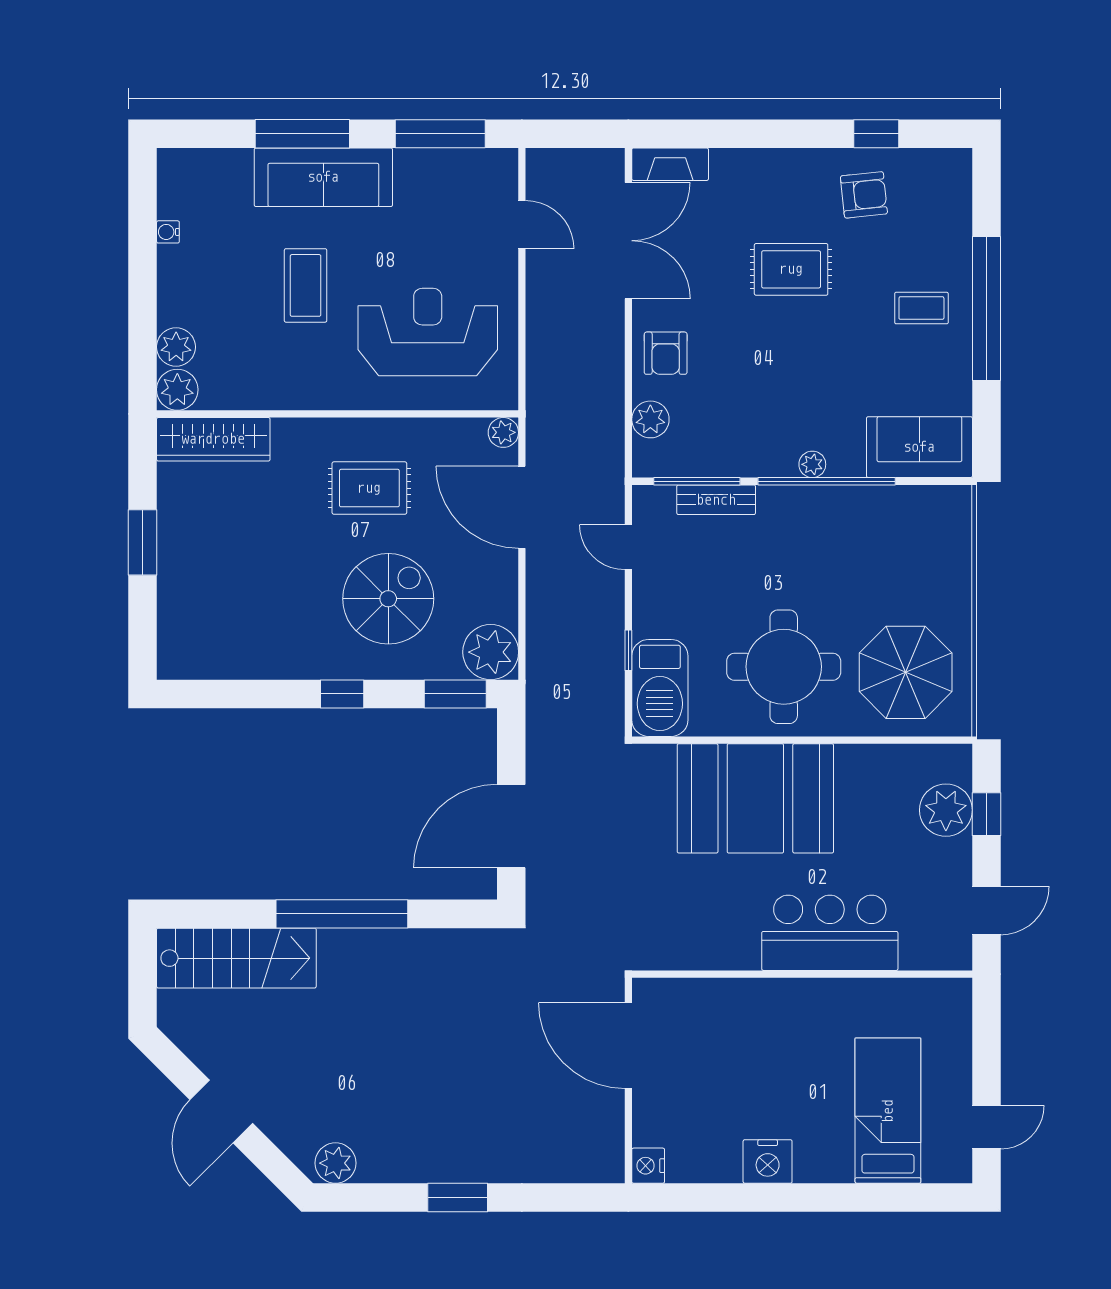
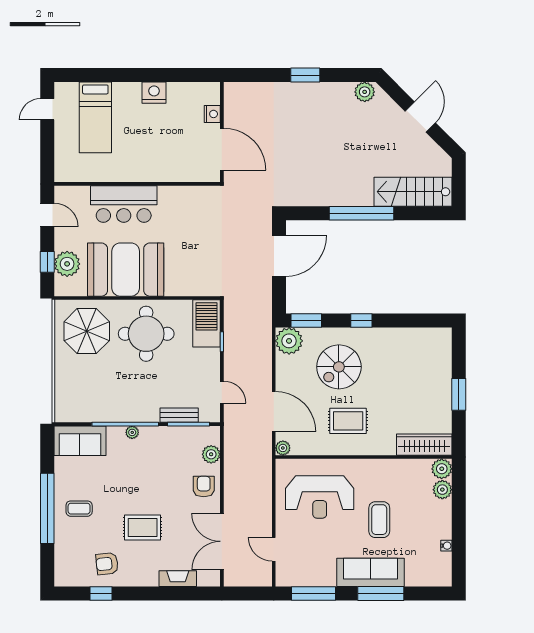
fireplace: (670, 164) -> (178, 579), moved
booth: (755, 798) -> (126, 270), moved
door: (986, 911) -> (47, 215), swing flipped
nightstand: (648, 1166) -> (212, 114), moved

